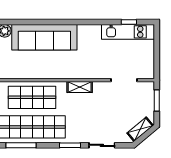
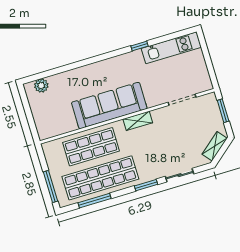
window: (129, 22) -> (140, 46), moved
sofa: (44, 37) -> (109, 105), moved, turned 180

